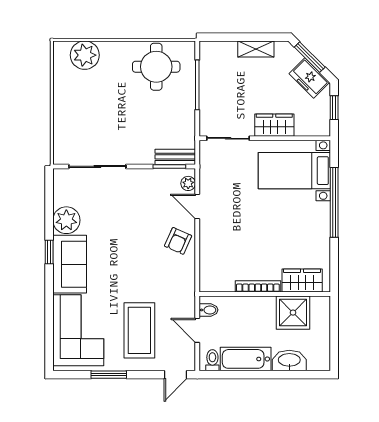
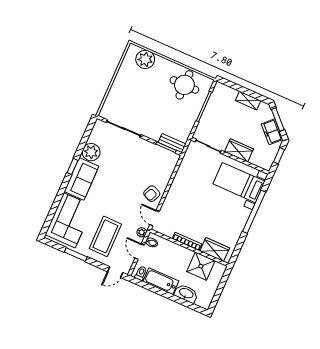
plant: (188, 183) -> (142, 232), moved
door: (197, 206) -> (154, 218), moved

